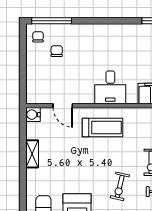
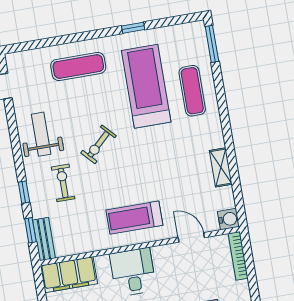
bookcase: (30, 86) -> (238, 256), added
exercise bike: (120, 186) -> (99, 144), turned -146

